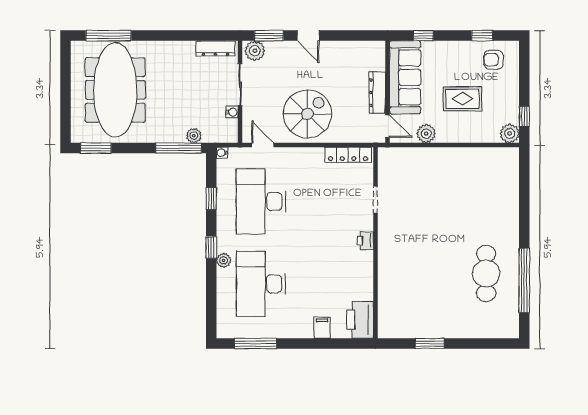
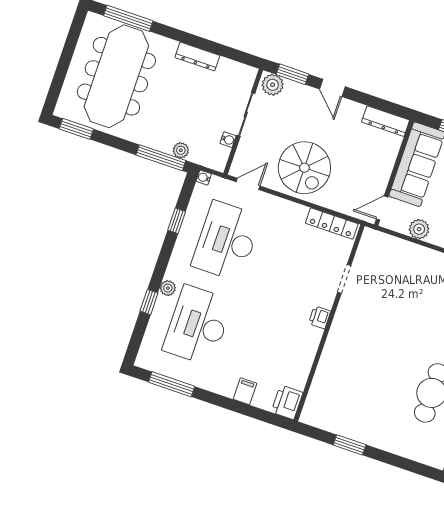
dresser: (215, 48) -> (197, 56), moved
dresser: (377, 93) -> (386, 121), moved, turned -90
spiral stairs: (307, 114) -> (304, 168), turned 90
door: (387, 126) -> (382, 208), swing flipped
door: (263, 145) -> (248, 184), hinge flipped
window: (211, 247) -> (149, 302), moved
printer: (360, 320) -> (287, 402), width x0.73, depth x0.84

